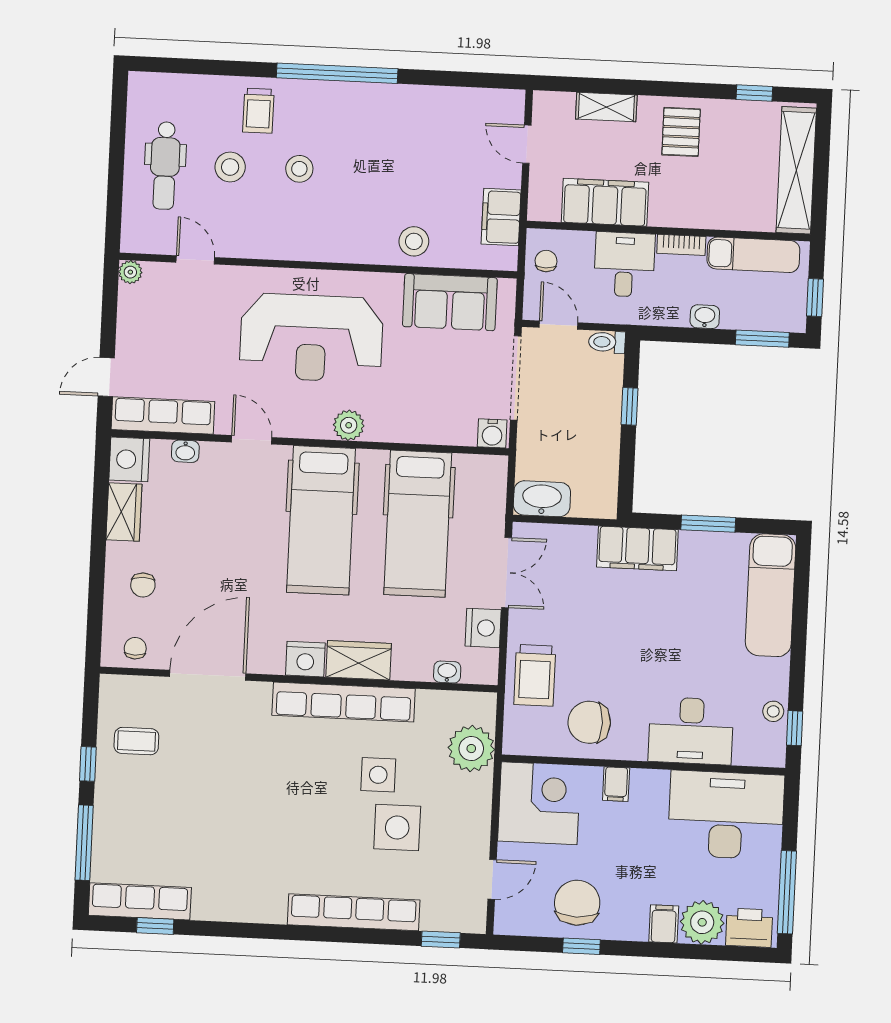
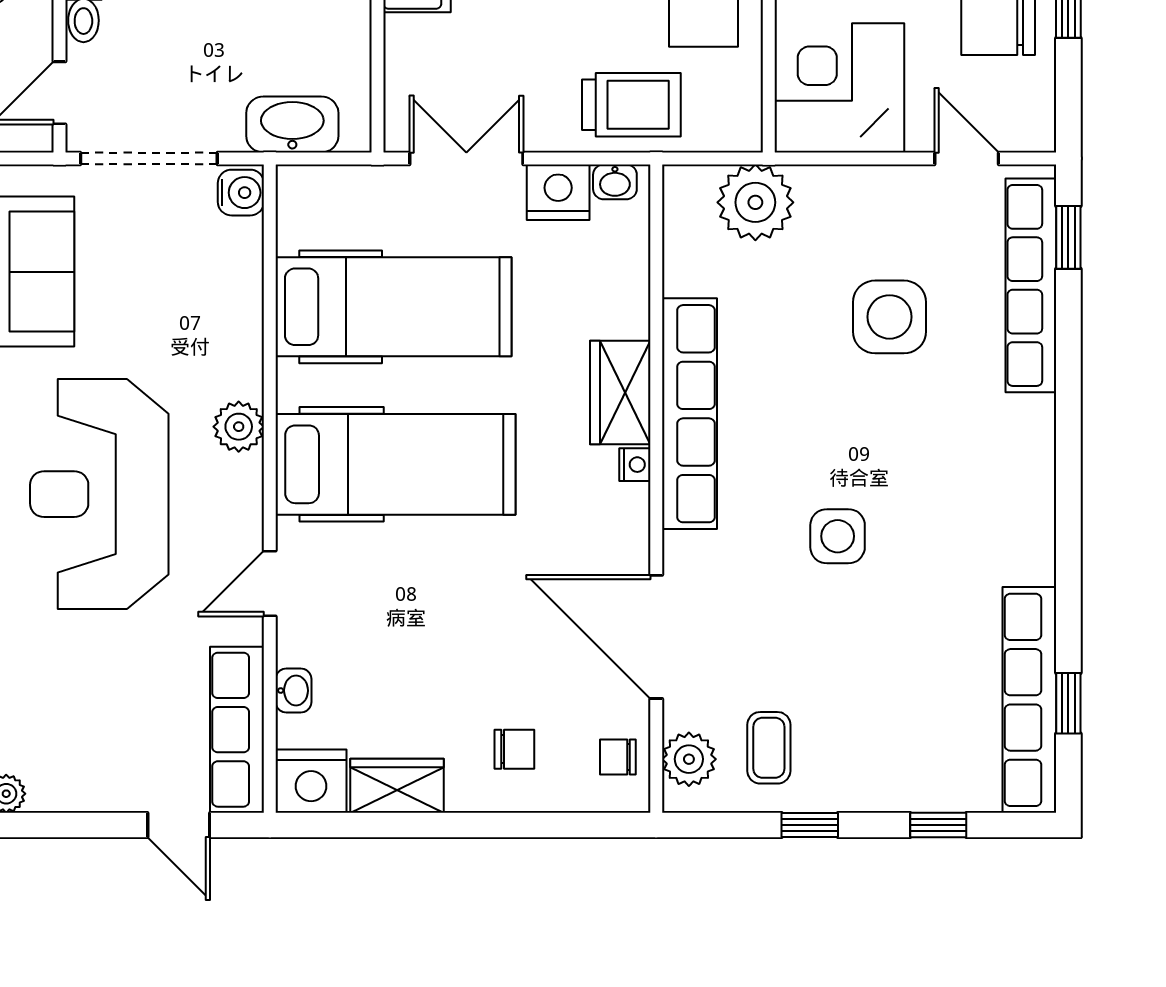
reception desk: (311, 338) -> (99, 494), turned 180
washbasin: (542, 499) -> (292, 124), moved, turned 90
nightstand: (305, 659) -> (635, 465), width x0.53, depth x0.56
washbasin: (447, 672) -> (615, 182), moved, turned -90
plant: (132, 692) -> (689, 759), added
side table: (378, 775) -> (838, 536), moved
window: (84, 843) -> (938, 825), width x0.46
row of seats: (140, 901) -> (1029, 700), width x1.36
row of seats: (354, 912) -> (1031, 285), moved

